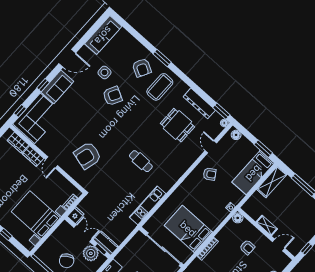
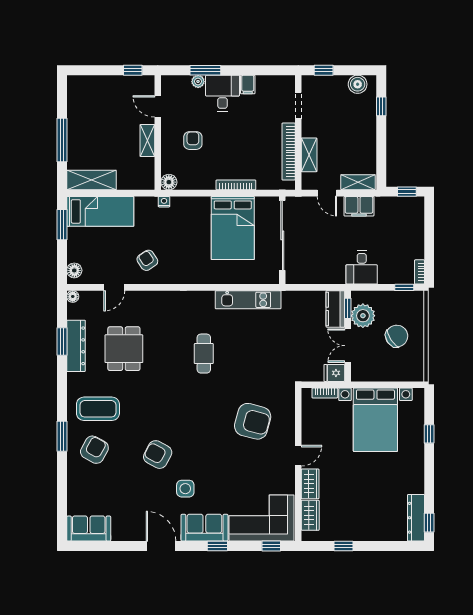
sofa: (103, 35) -> (89, 529), width x0.73
side table: (104, 72) -> (185, 489), moved
window: (221, 111) -> (62, 342), moved

